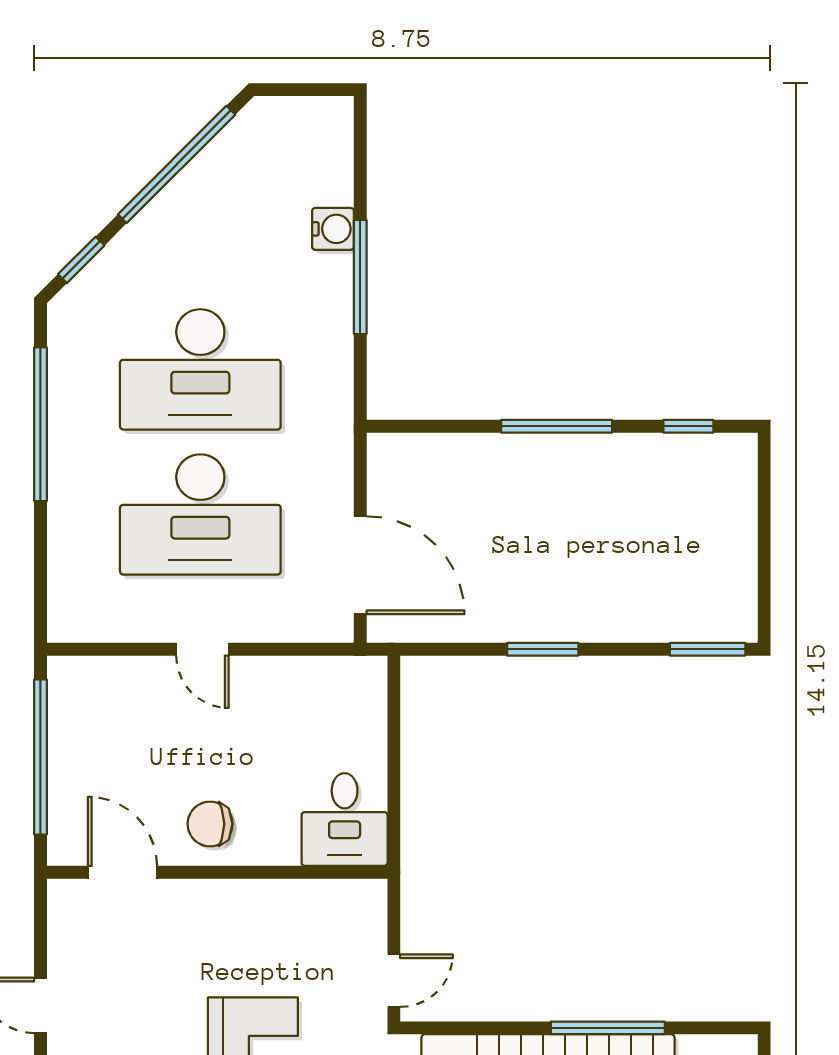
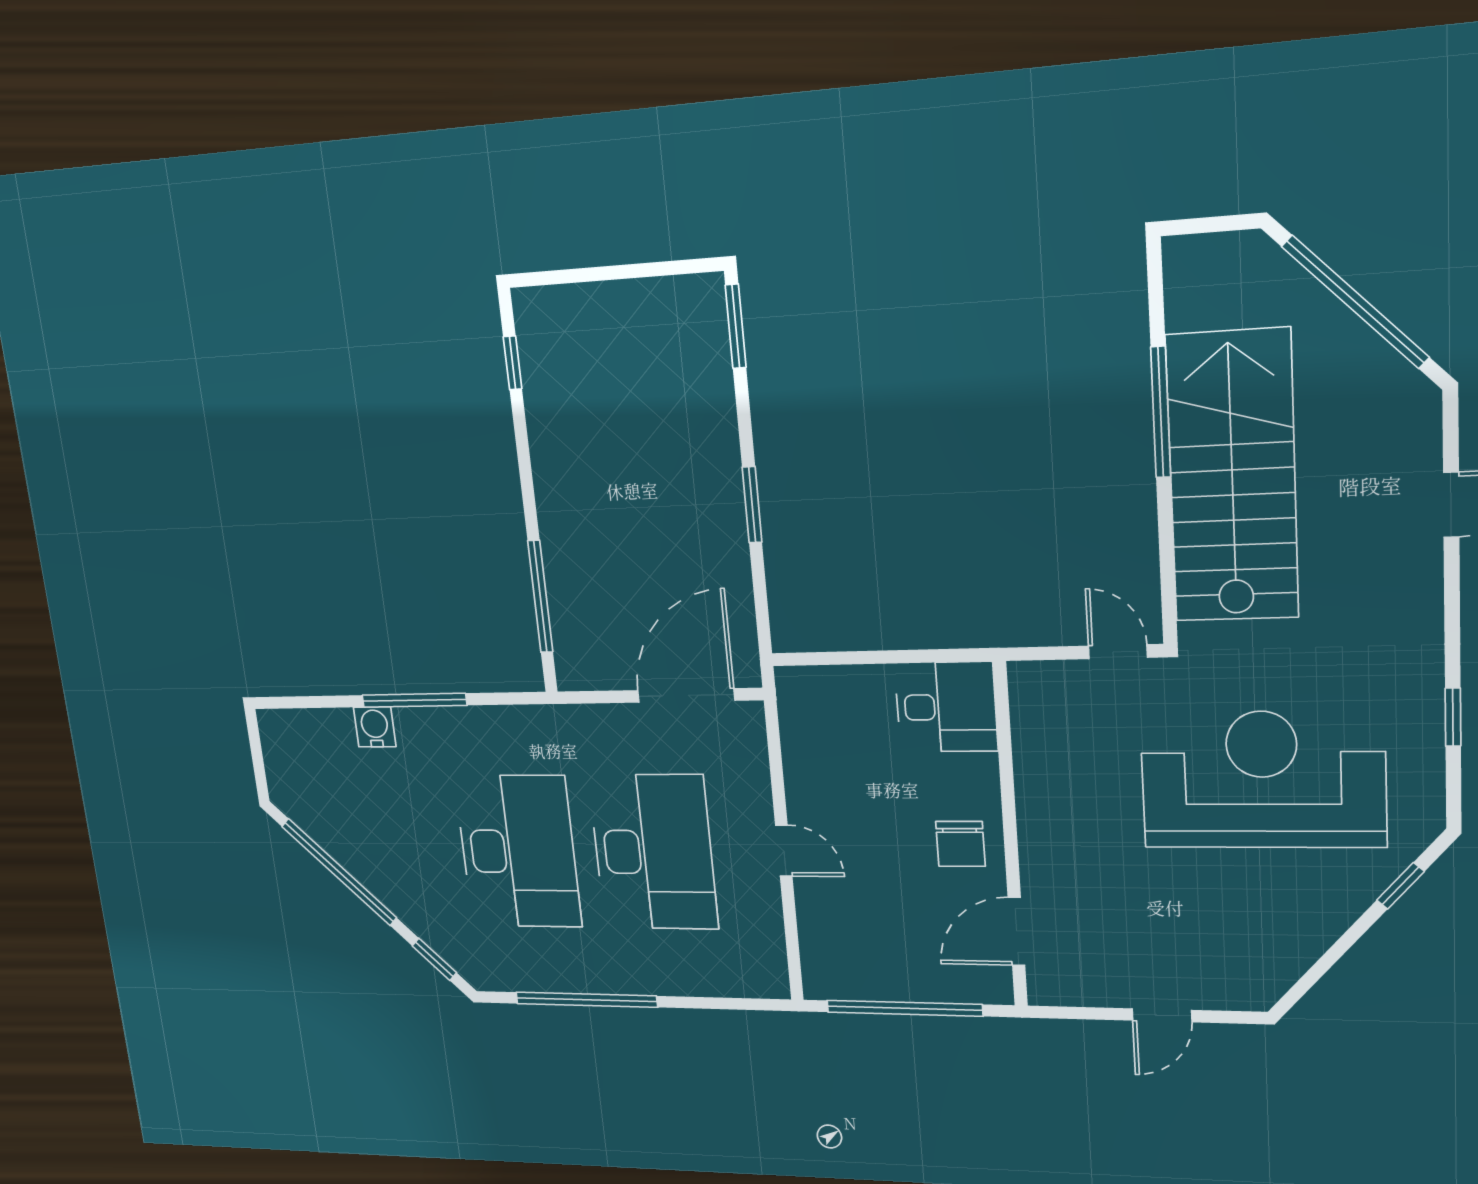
window: (557, 426) -> (540, 597), moved
door: (202, 649) -> (784, 851), hinge flipped

